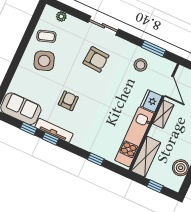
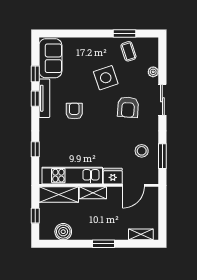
plant: (61, 16) -> (153, 72), moved
window: (29, 33) -> (125, 34), added
side table: (44, 61) -> (106, 78), moved
armchair: (68, 101) -> (74, 111), moved, turned -90
shelving: (163, 114) -> (93, 193), moved

